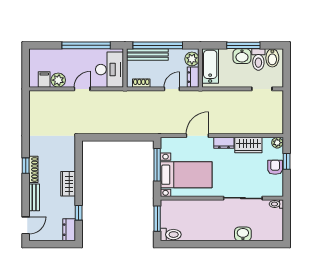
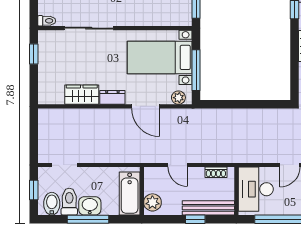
window: (158, 45) -> (195, 219), width x0.32
window: (287, 69) -> (34, 190), added
dresser: (193, 77) -> (151, 180), removed
door: (172, 89) -> (178, 165), hinge flipped
door: (197, 136) -> (146, 106), hinge flipped
plant: (277, 143) -> (178, 98), moved
window: (287, 161) -> (34, 54), moved
armchair: (275, 167) -> (48, 67), removed

